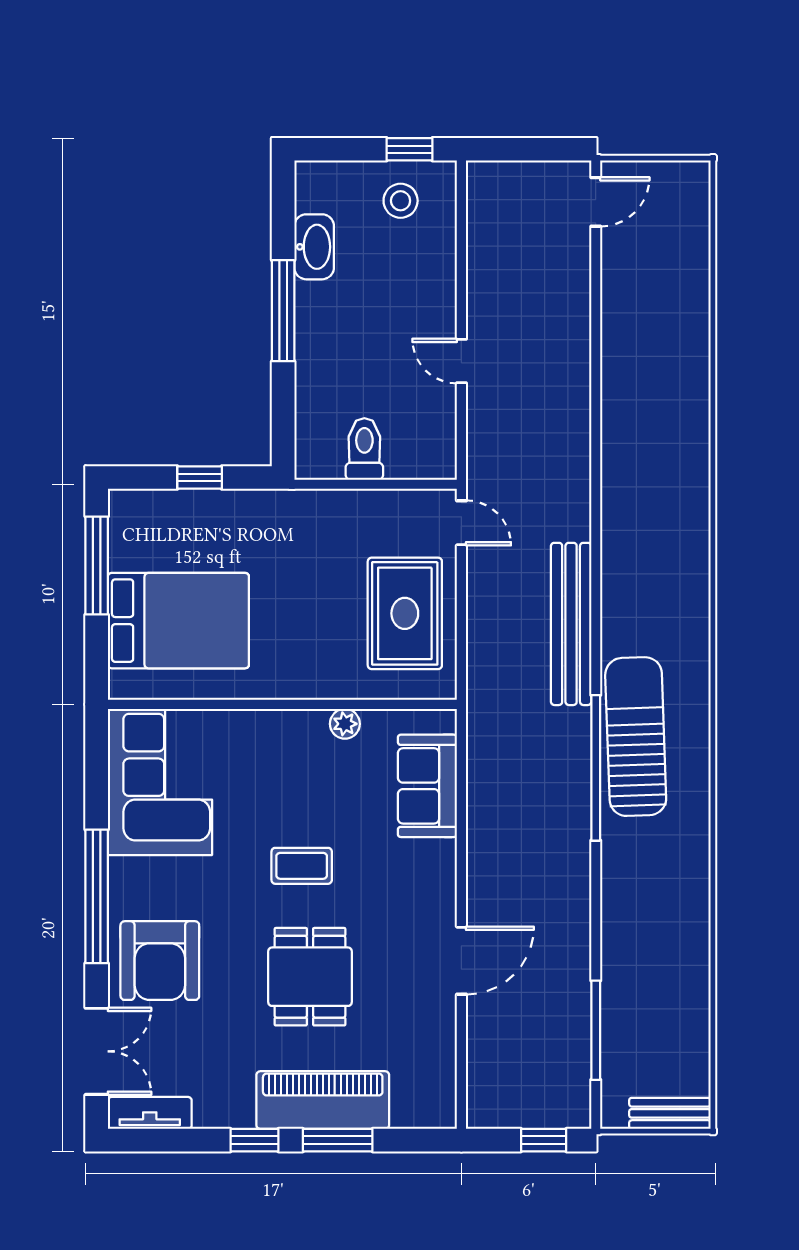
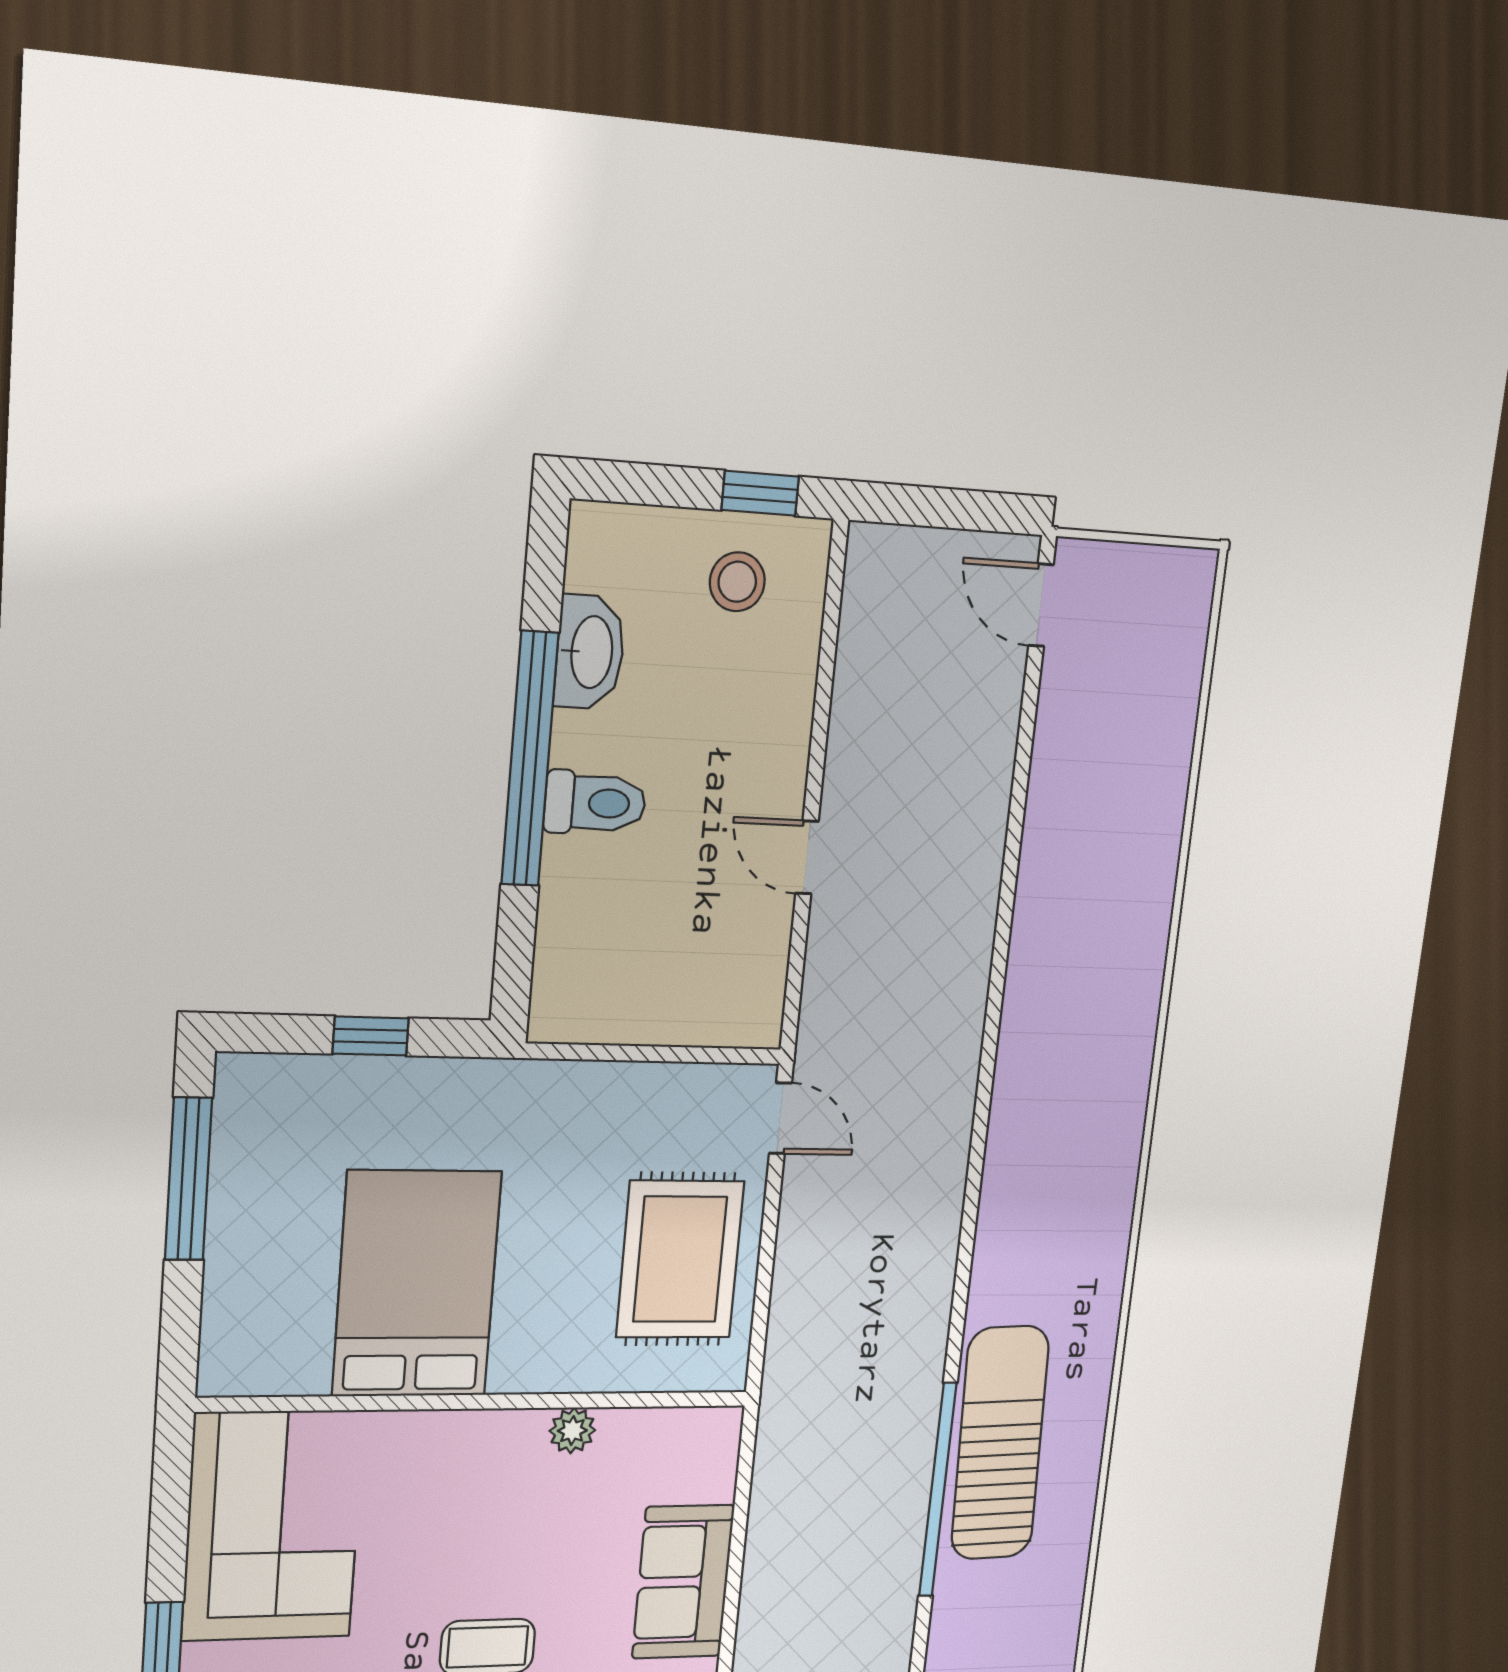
door: (596, 202) -> (1041, 605), swing flipped
window: (283, 311) -> (530, 759), width x1.46
toilet: (364, 449) -> (595, 803), moved, turned 90
bed: (178, 621) -> (417, 1284), moved, turned -90
bench: (571, 624) -> (927, 1276), removed
sofa: (427, 786) -> (683, 1582), moved

